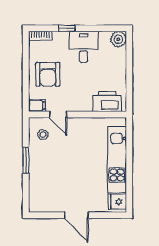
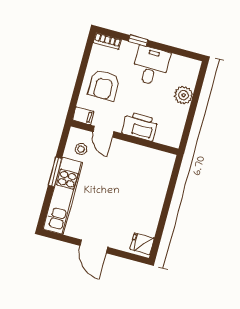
plant: (118, 39) -> (183, 95), moved
printer: (107, 102) -> (140, 126), moved
kitchen unit: (117, 160) -> (63, 196), moved, turned 180

